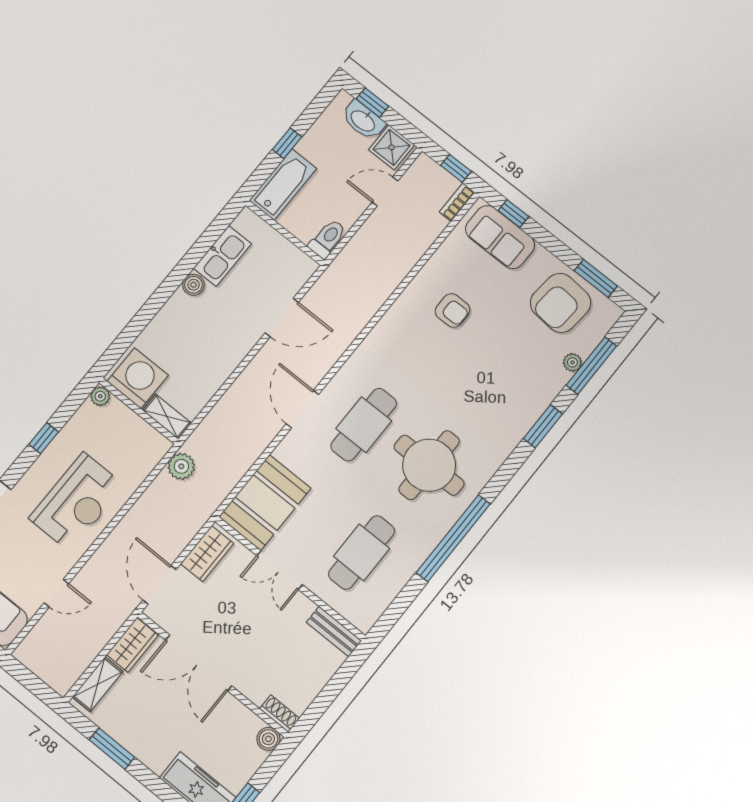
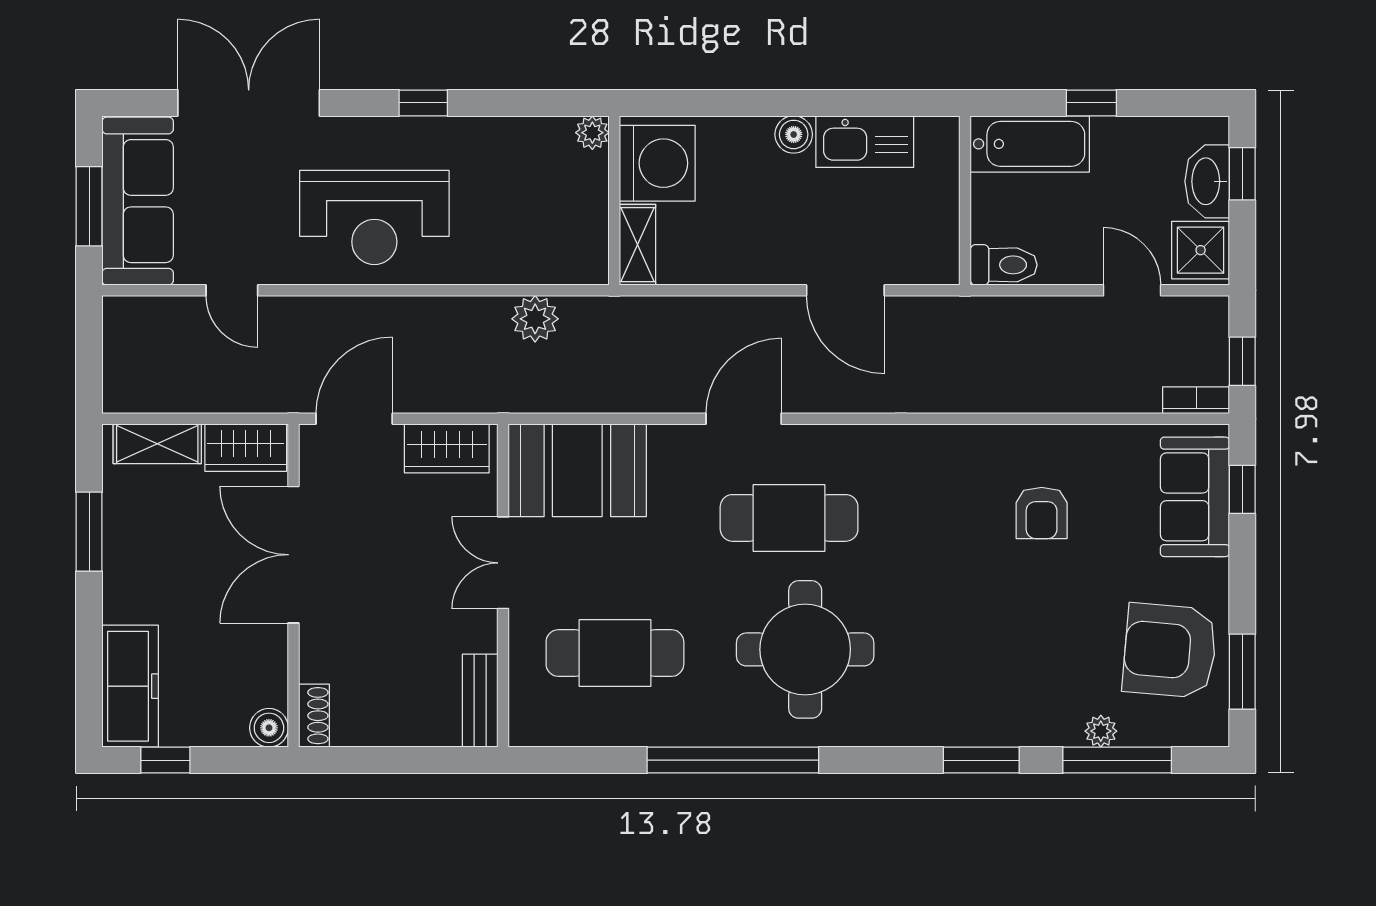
washing machine: (138, 378) -> (657, 163), moved
plant: (100, 396) -> (592, 133), moved
wall: (139, 411) -> (614, 200), moved
shelving: (167, 417) -> (638, 245), moved

